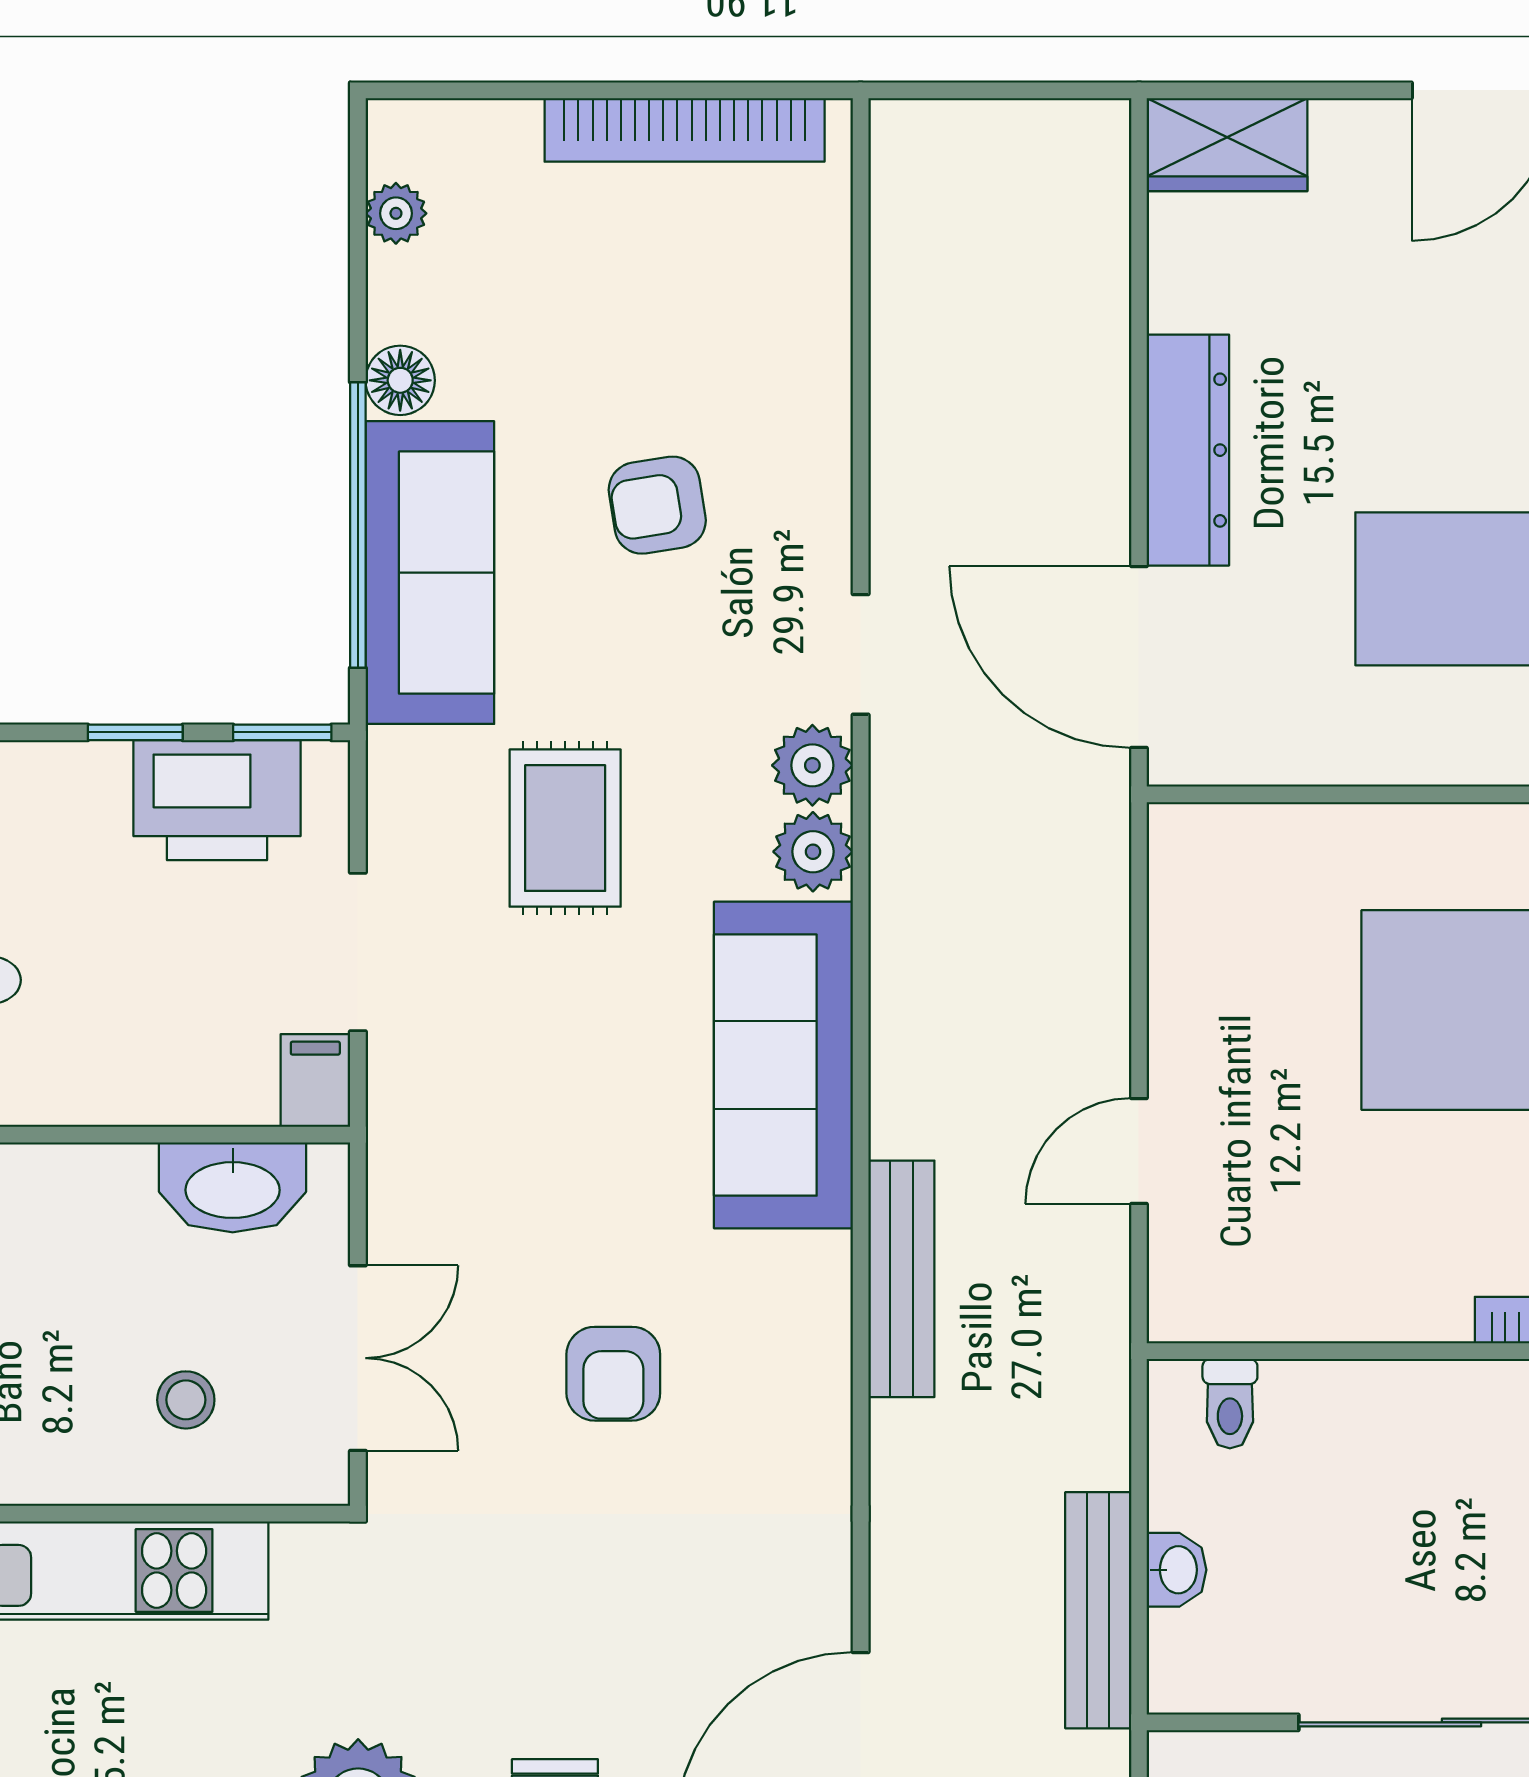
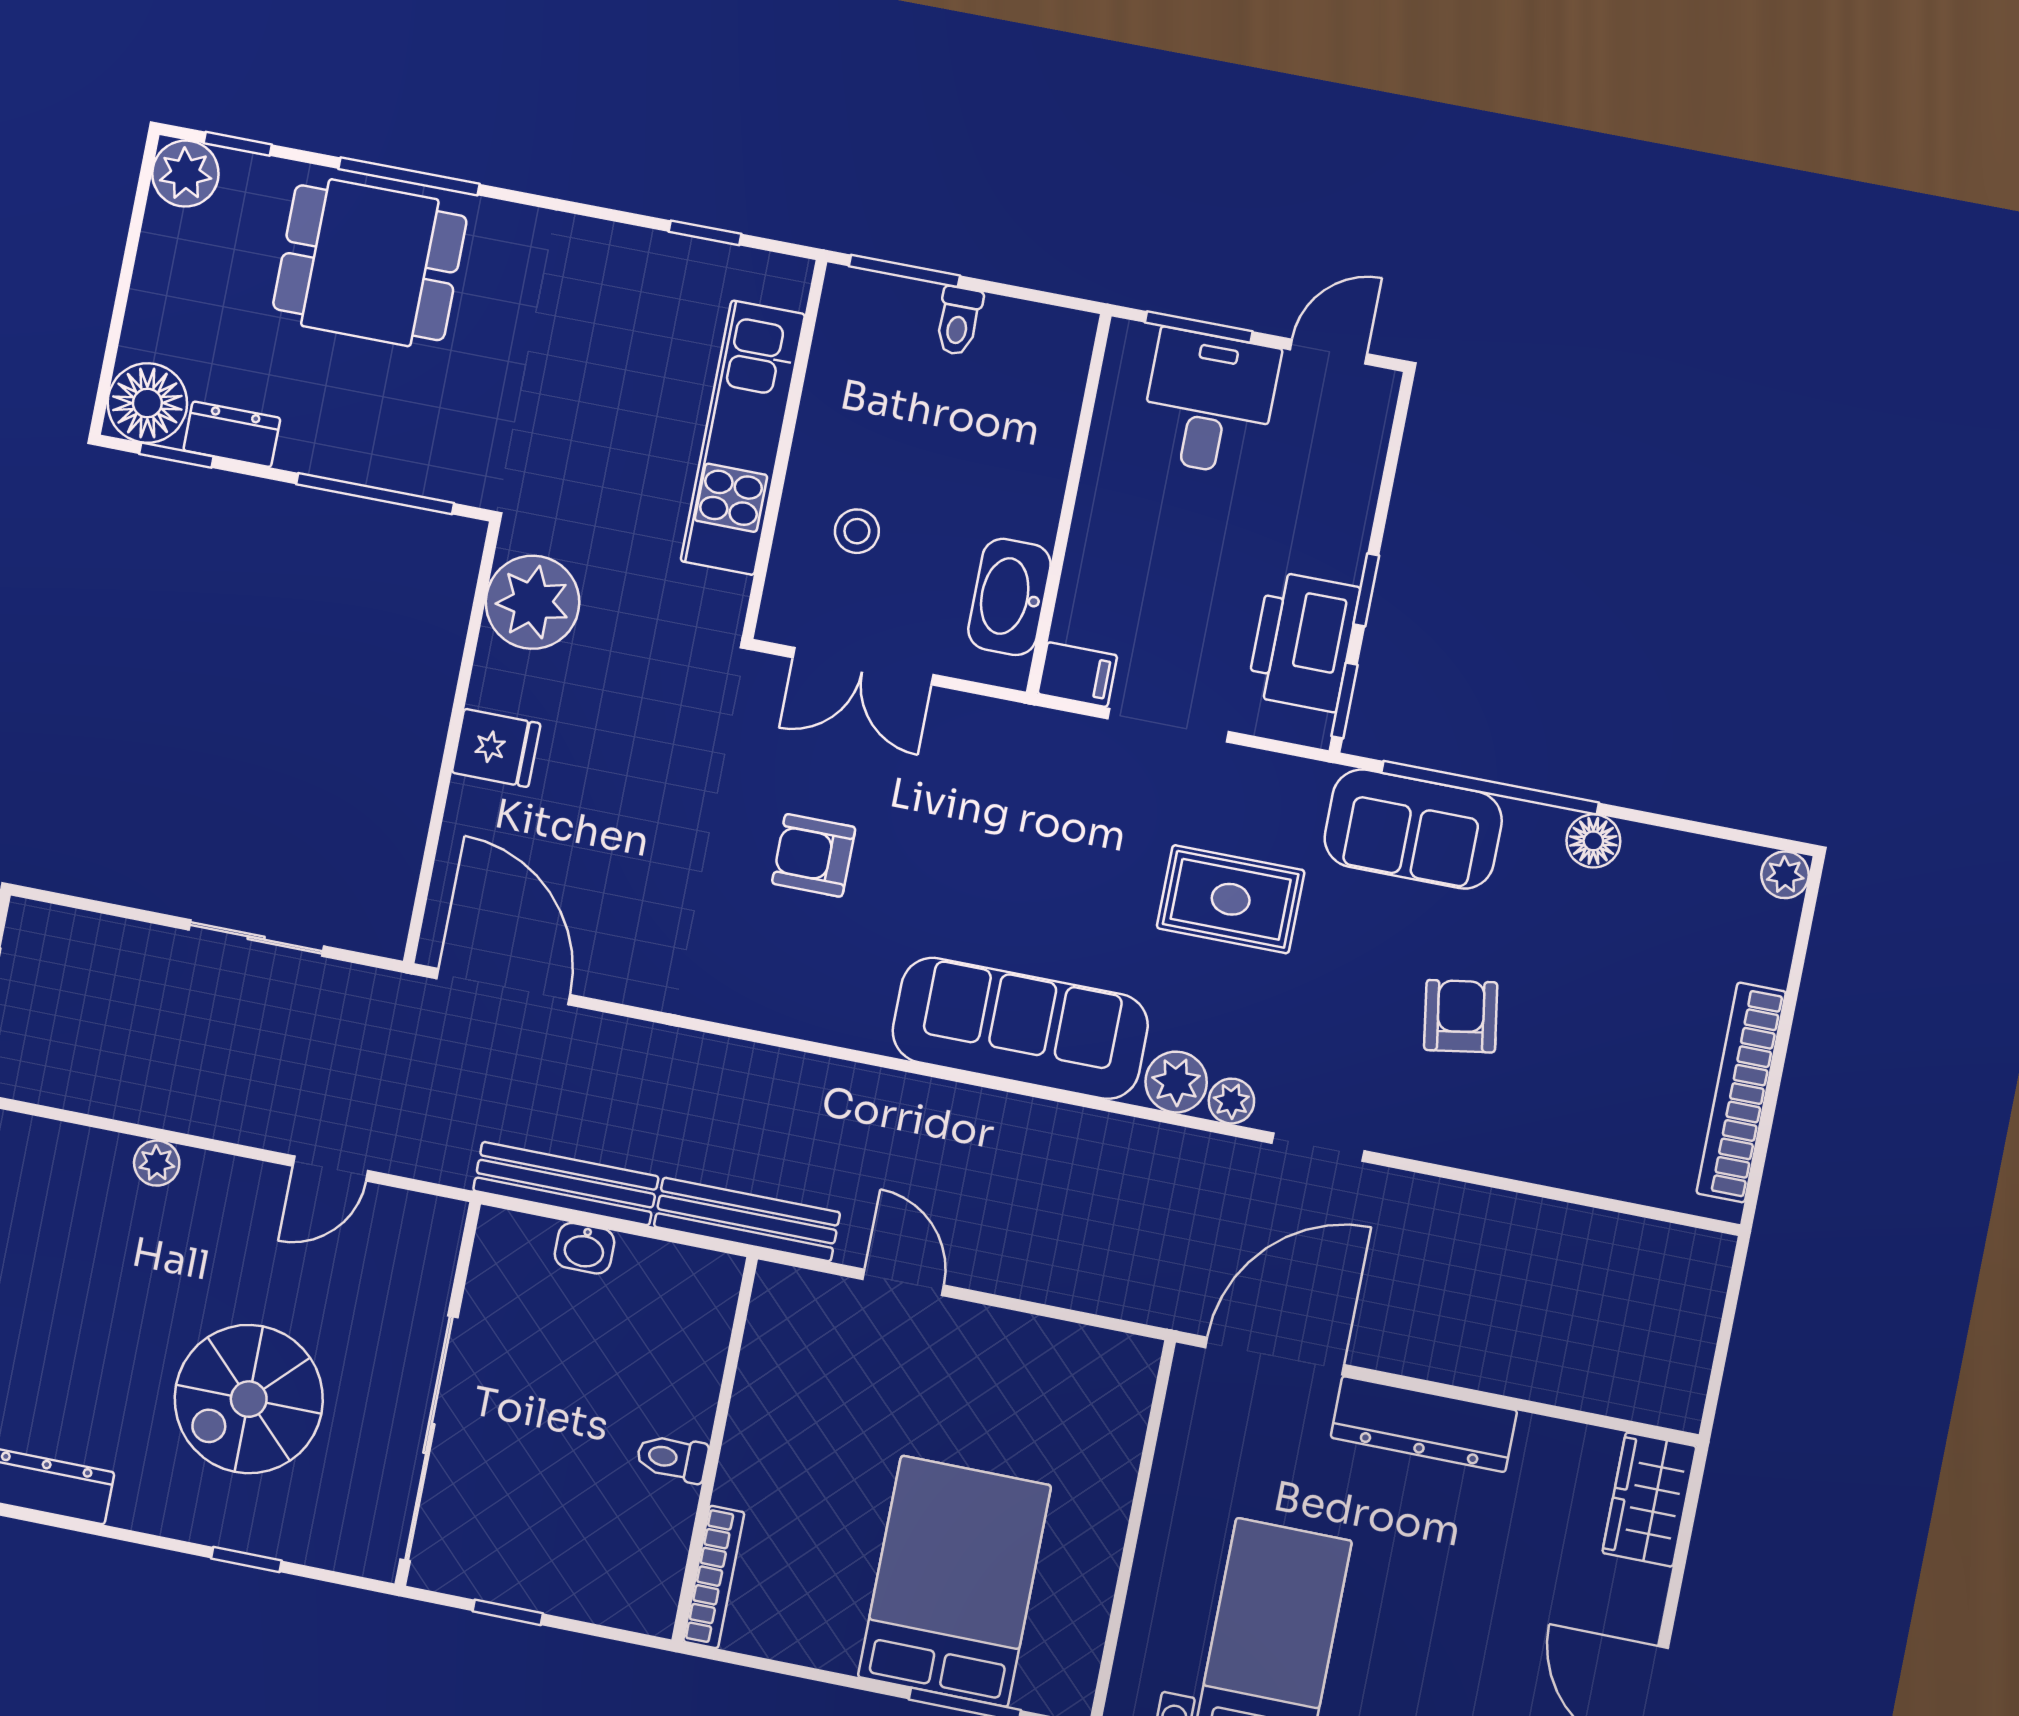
plant: (396, 213) -> (1785, 875), moved
sofa: (430, 573) -> (1413, 829), width x0.73
plant: (812, 765) -> (1231, 1101), width x0.73, depth x0.73
bench: (901, 1279) -> (747, 1219), moved
toilet: (1230, 1404) -> (672, 1458), moved

